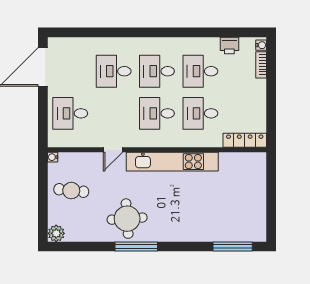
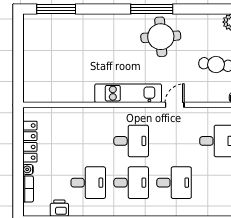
water cooler: (261, 45) -> (28, 169), moved
desk: (200, 113) -> (88, 141), removed
locker: (245, 140) -> (30, 142), moved, turned -90
kitchen unit: (172, 162) -> (128, 93), width x0.73

